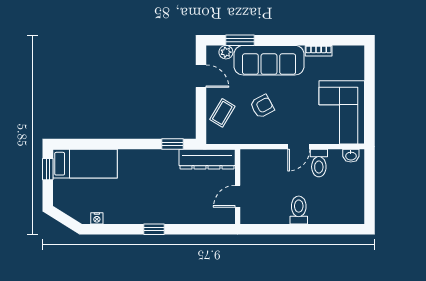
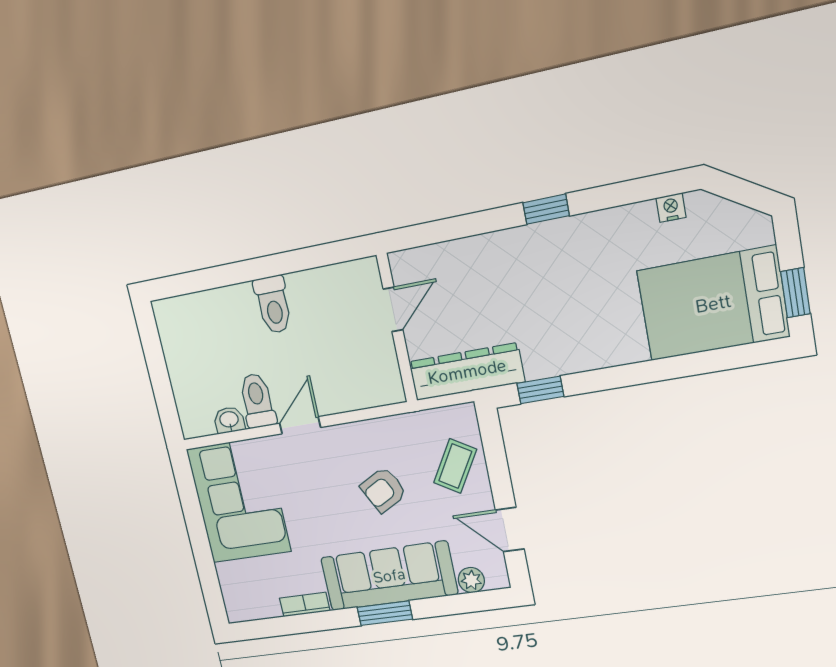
window: (240, 40) -> (385, 613), moved
washbasin: (351, 156) -> (229, 420), moved
bed: (85, 164) -> (713, 304), width x1.50

